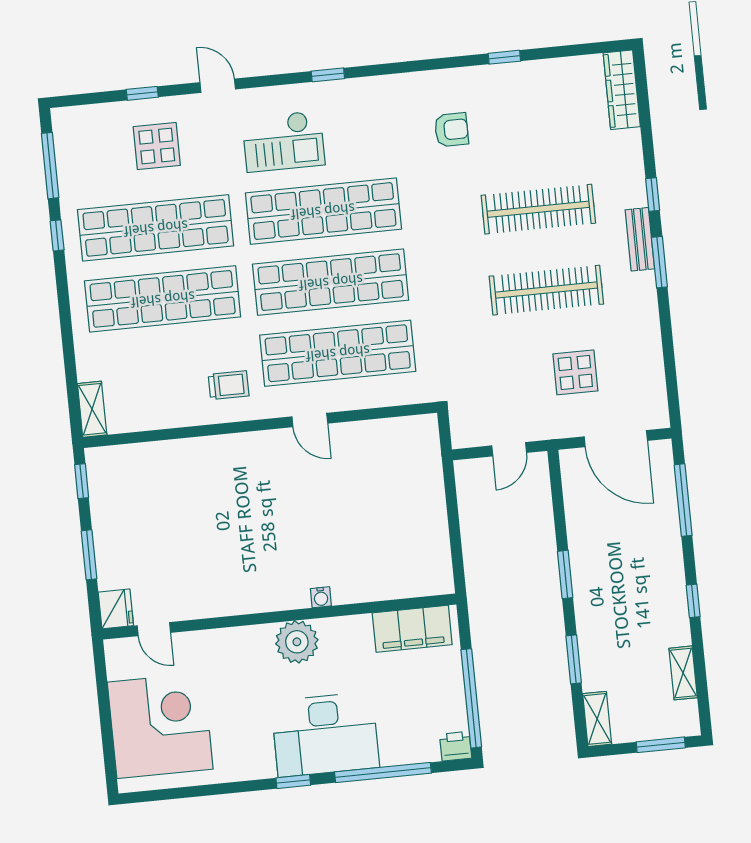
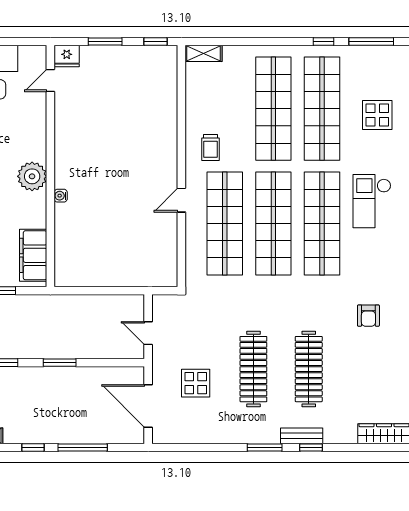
bench: (640, 239) -> (302, 436), moved
door: (616, 439) -> (148, 406), hinge flipped
window: (683, 500) -> (83, 447), moved

